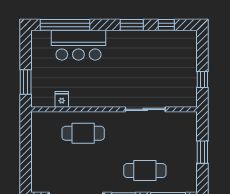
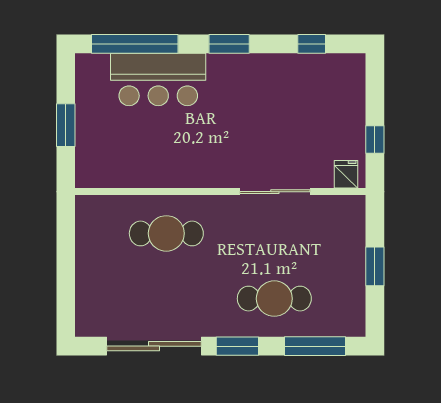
window: (132, 25) -> (229, 44), moved
window: (26, 82) -> (66, 125), moved
fridge: (62, 99) -> (346, 174), moved

